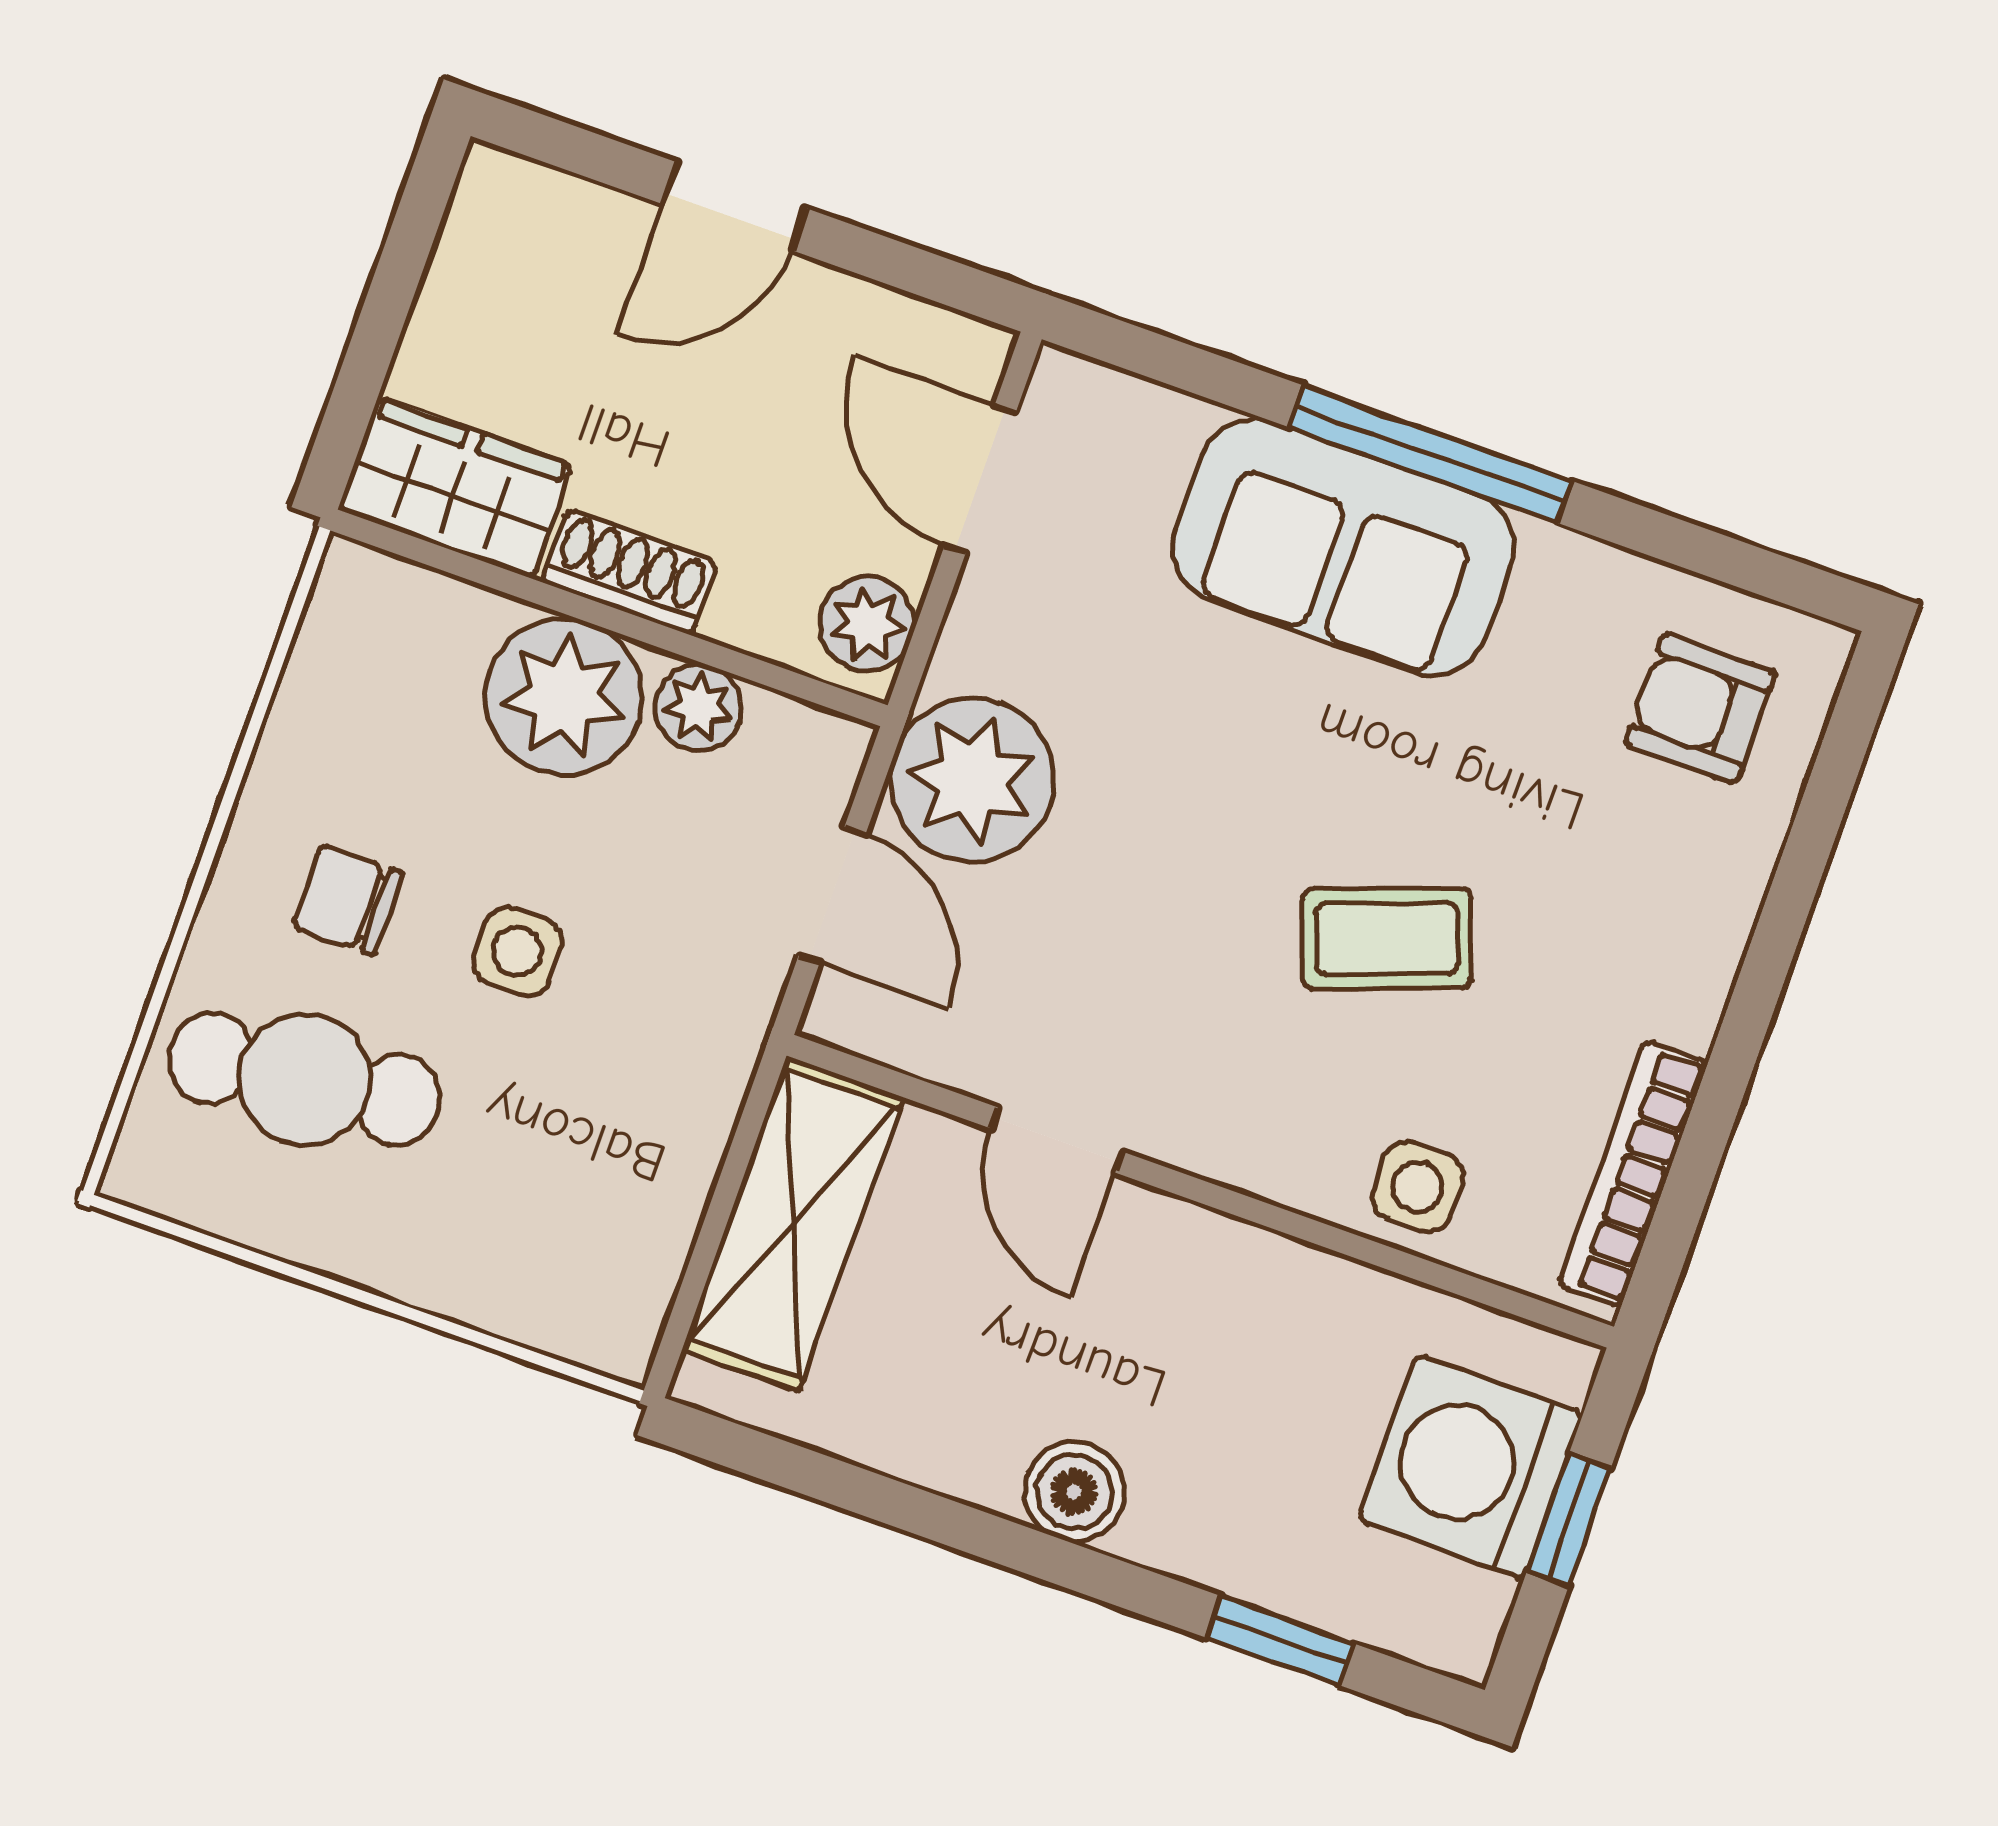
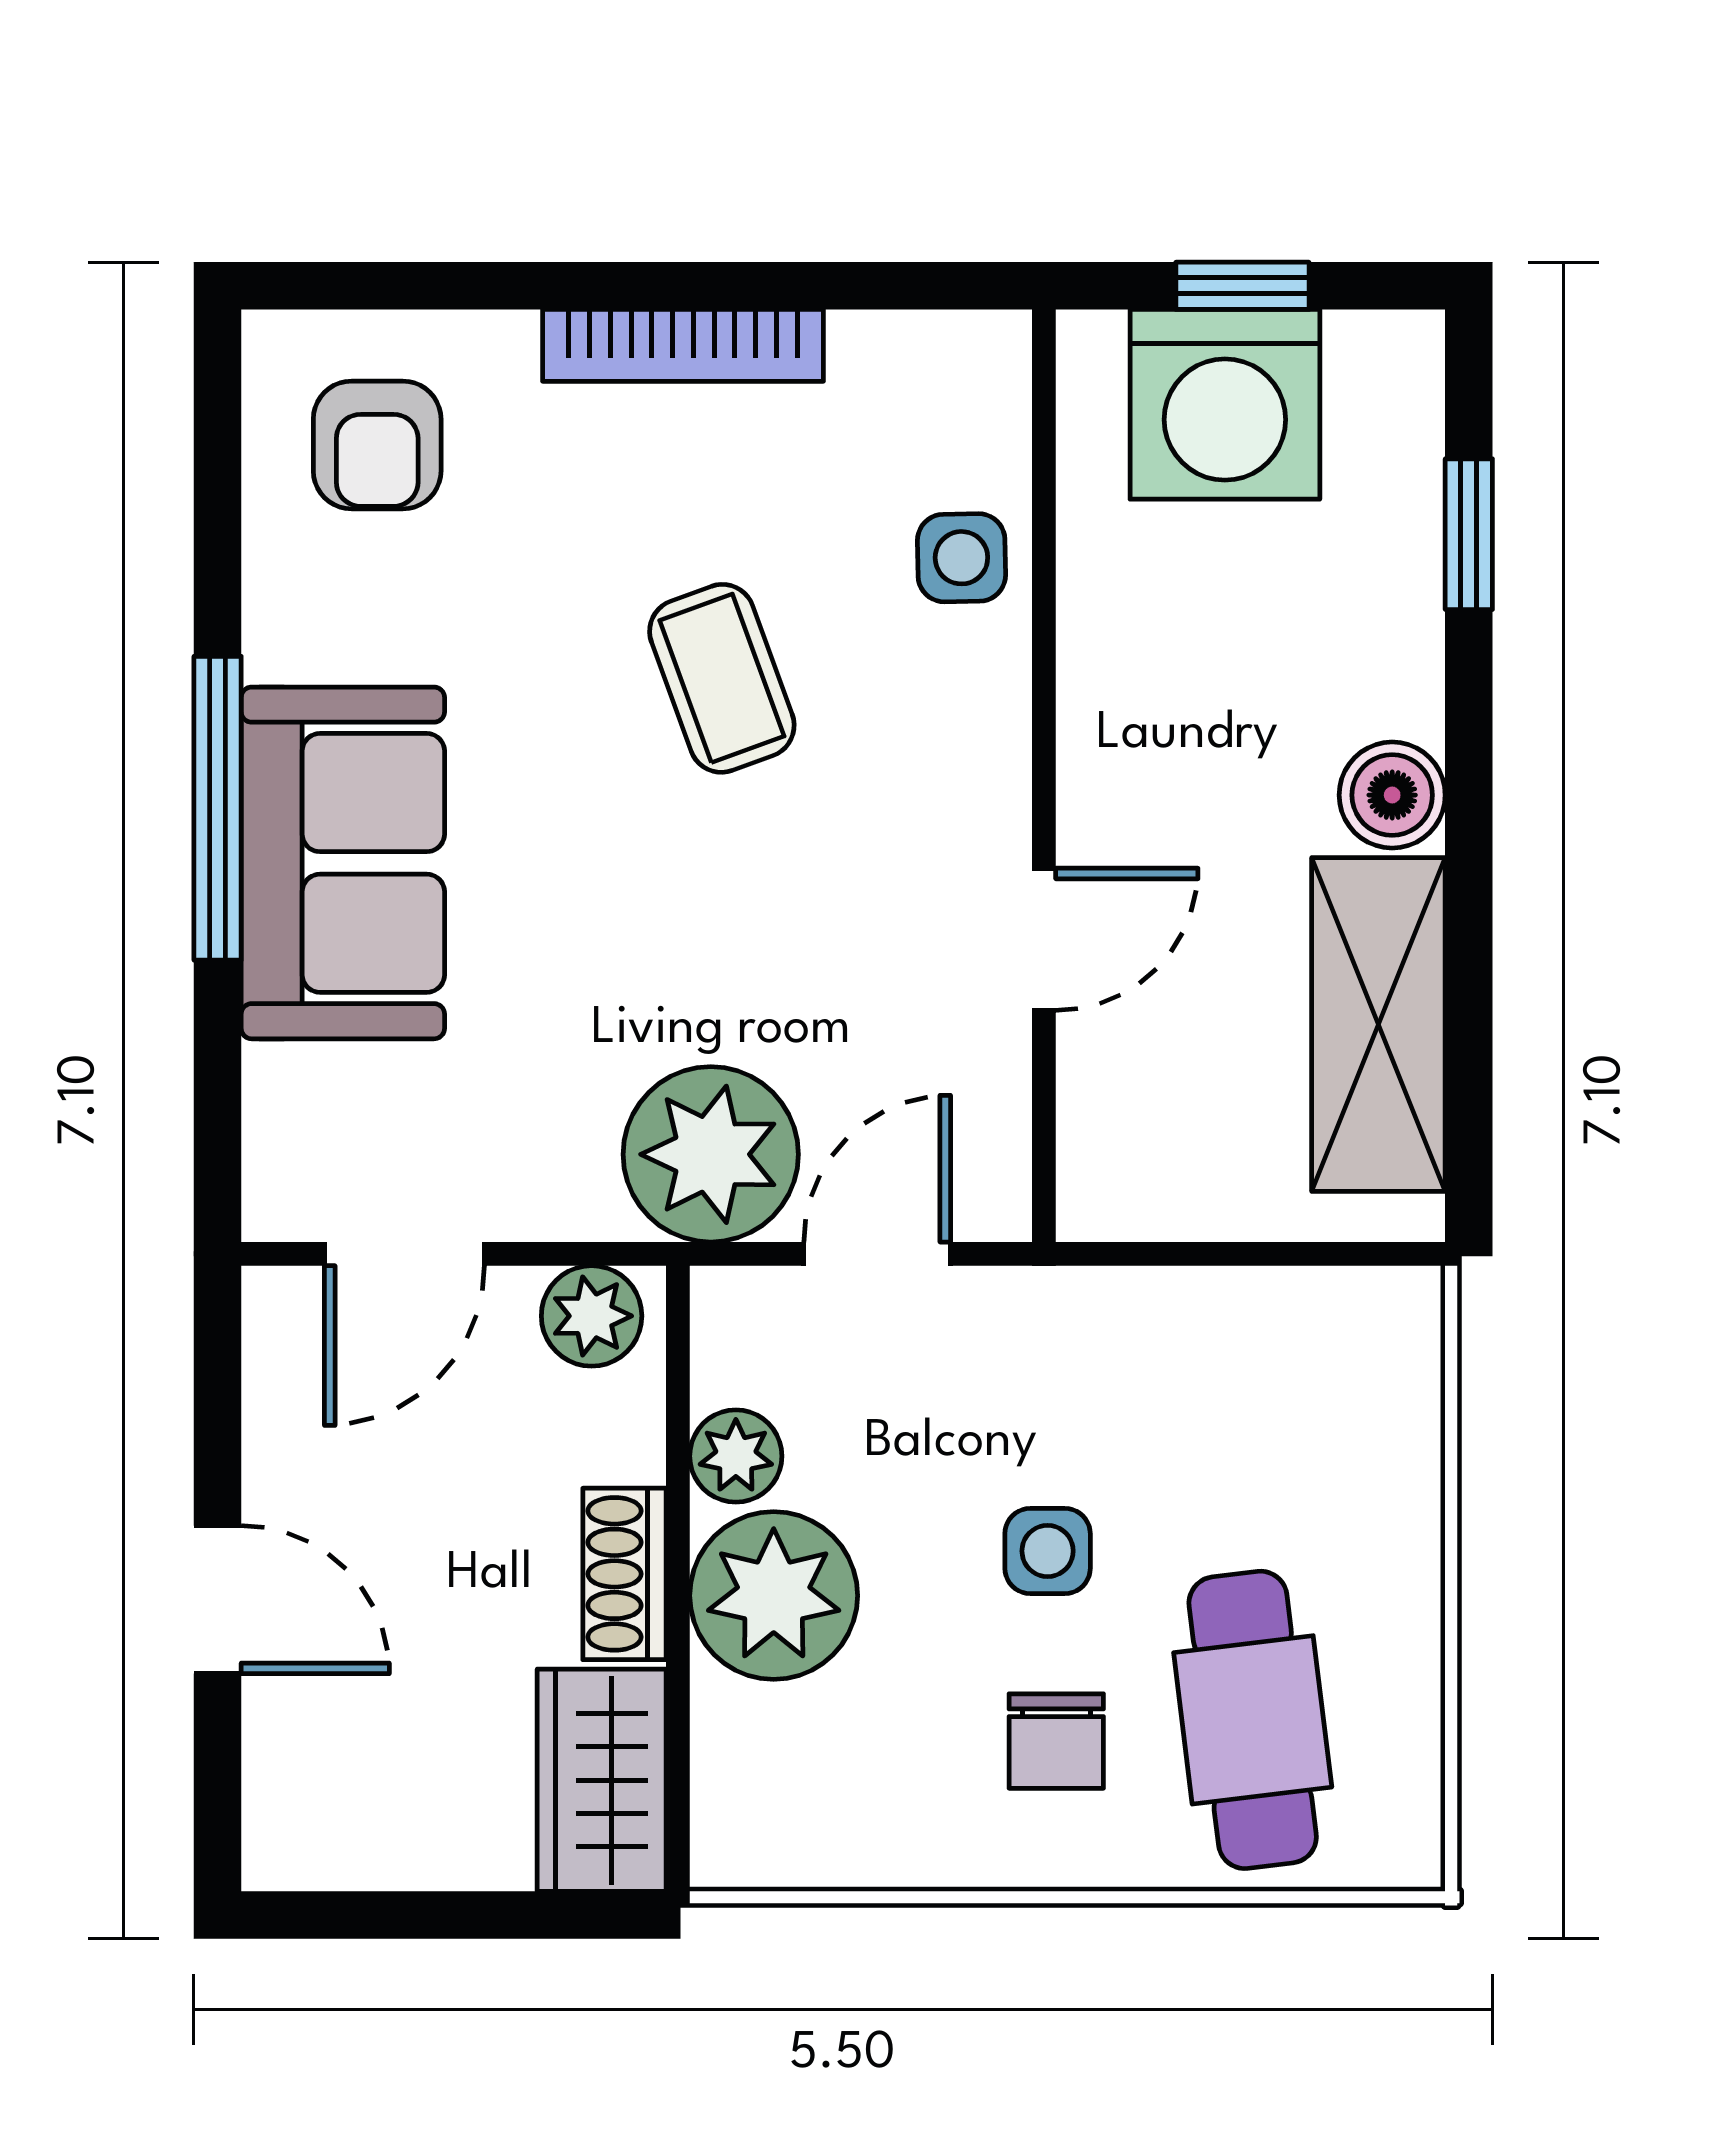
bookcase: (1633, 1174) -> (683, 345), moved
shelving: (793, 1223) -> (1378, 1024), moved, turned 90

